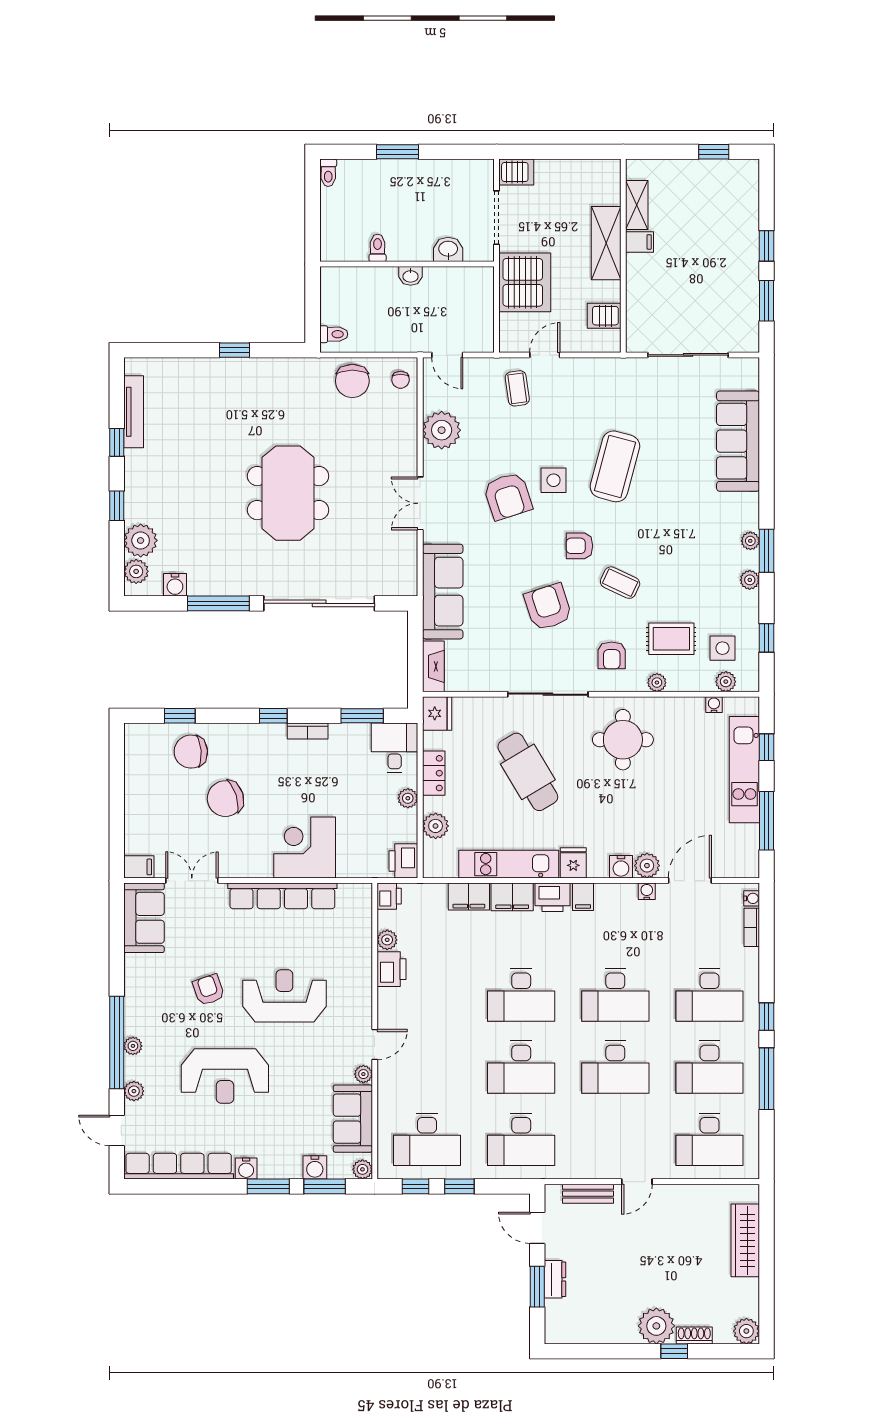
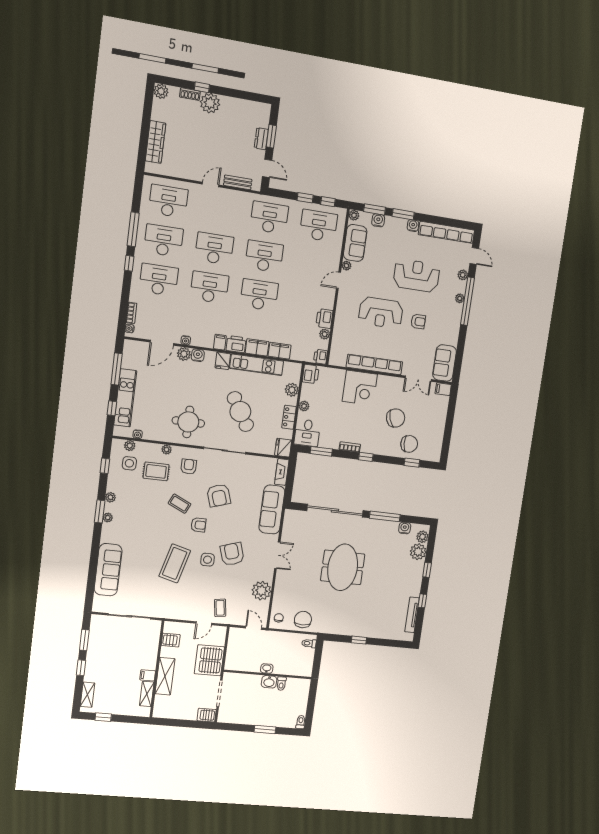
shelving: (748, 194) -> (88, 695), added
washbasin: (448, 249) -> (269, 682), moved
armchair: (209, 990) -> (418, 321), turned -71

